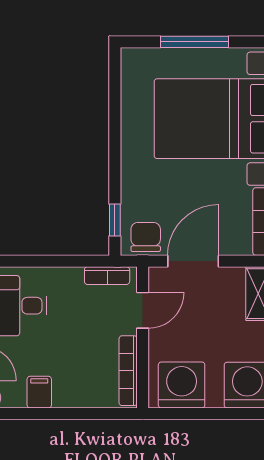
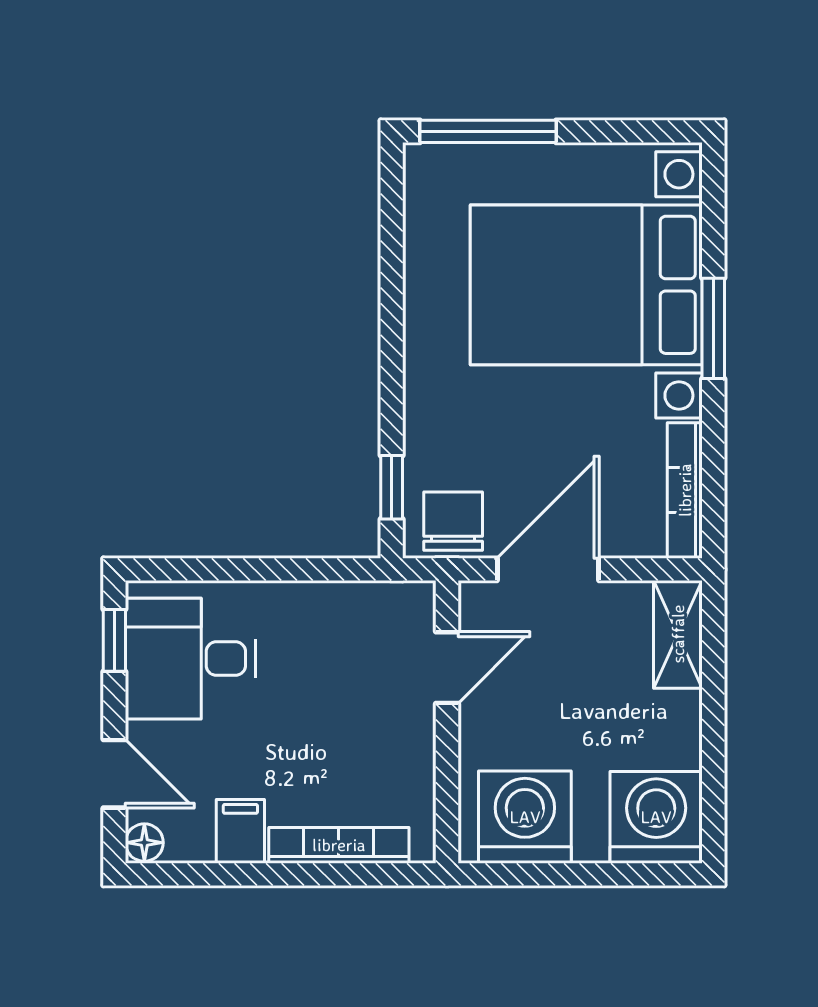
window: (195, 42) -> (488, 131), moved
bookcase: (107, 276) -> (376, 598), removed
bookcase: (128, 371) -> (339, 845), moved, turned 90

